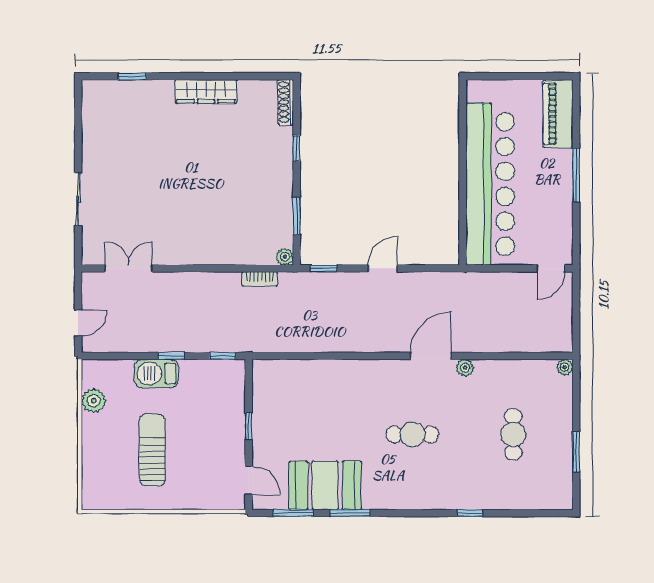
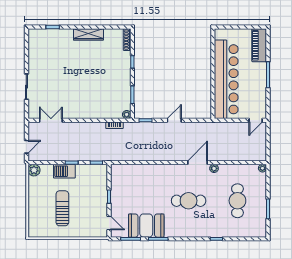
plant: (94, 401) -> (34, 170), moved
cafe table: (412, 434) -> (189, 201), width x1.37, depth x1.35
cafe table: (513, 434) -> (237, 201), width x1.37, depth x1.35

